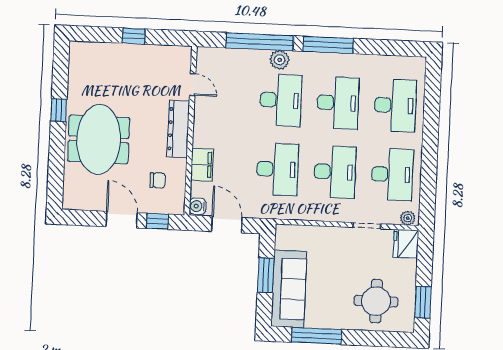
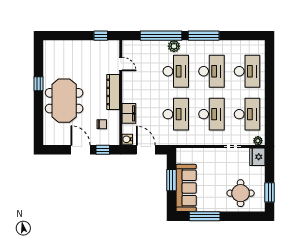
window: (134, 36) -> (101, 36), moved

